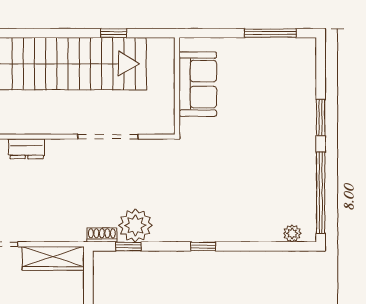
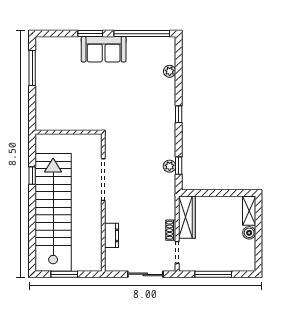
sofa: (198, 84) -> (104, 49), moved, turned 180
plant: (135, 225) -> (170, 166), width x0.53, depth x0.53
plant: (292, 233) -> (170, 71), moved
shoe rack: (102, 235) -> (171, 230), moved

